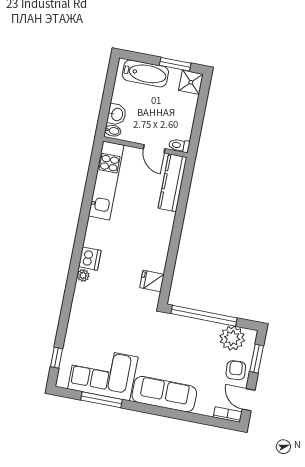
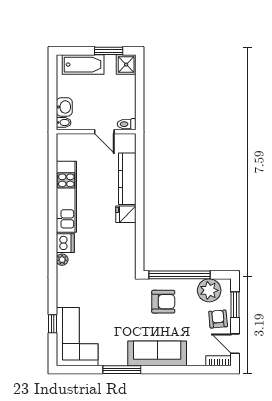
kitchen unit: (106, 180) -> (66, 197), moved
kitchen counter: (173, 183) -> (127, 179), moved
fridge: (152, 281) -> (126, 214), moved
armchair: (181, 341) -> (163, 302), added
window: (57, 358) -> (52, 324), moved
corner sofa: (103, 373) -> (77, 337), moved, turned 90
window: (101, 400) -> (122, 370), moved

